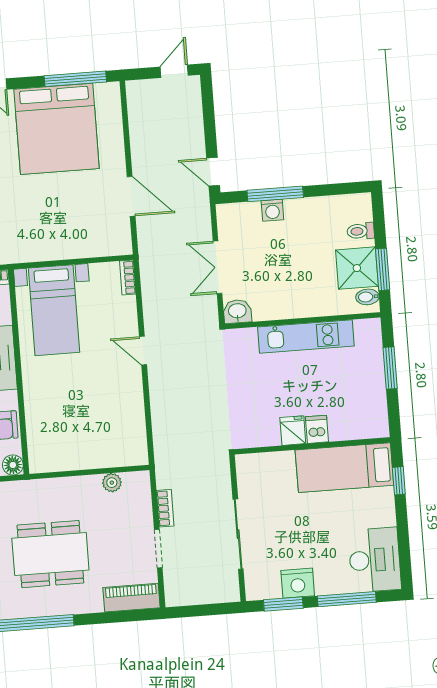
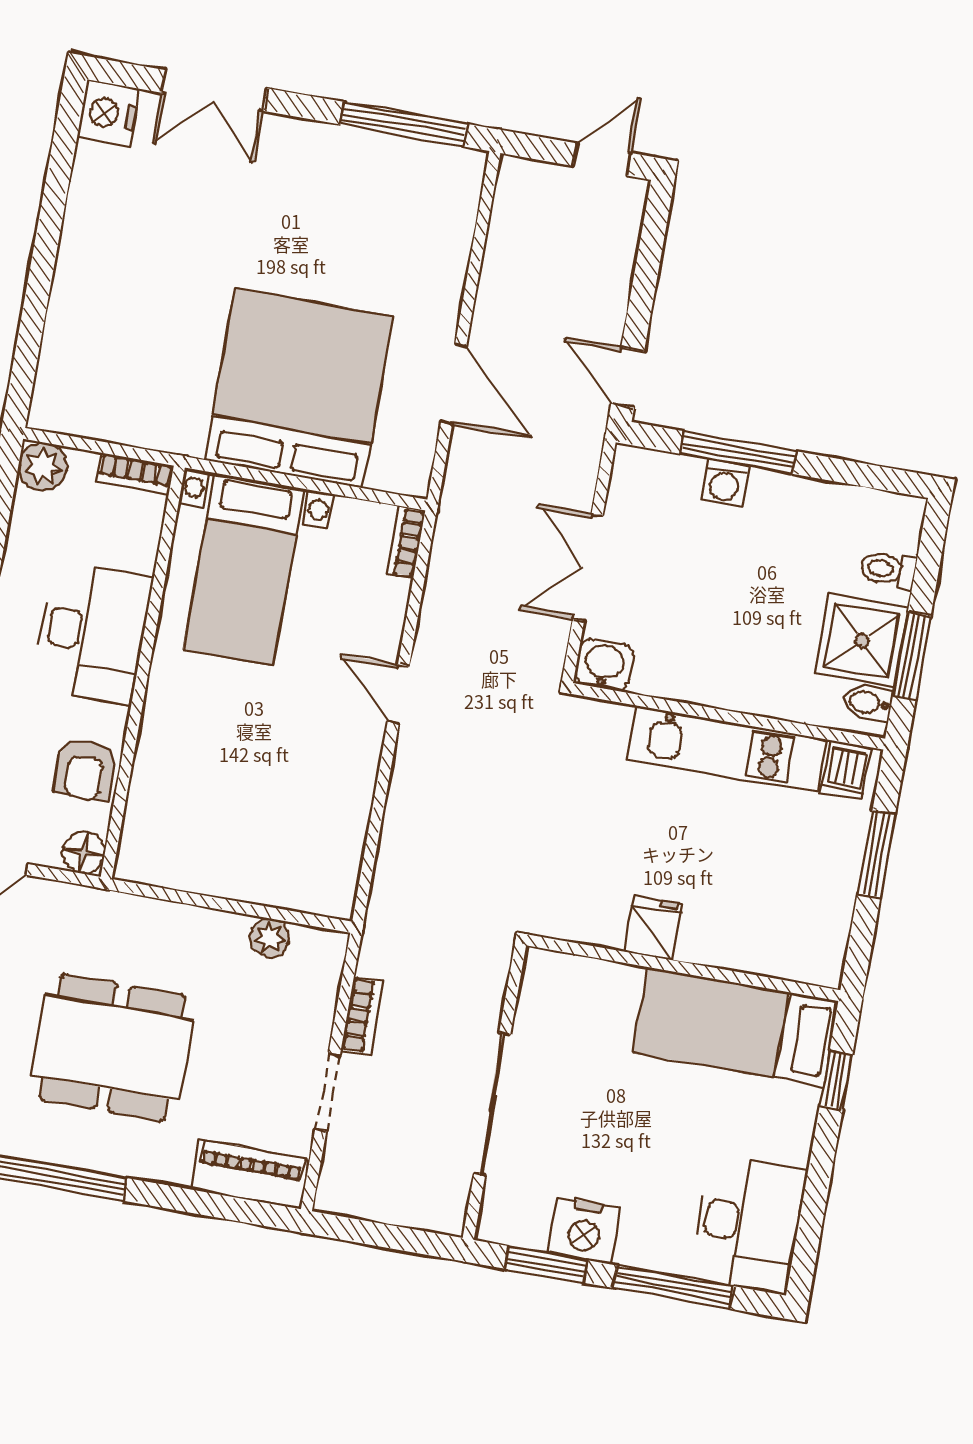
bed: (57, 129) -> (299, 388), moved, turned 180
dishwasher: (317, 429) -> (846, 771), moved, turned 180

